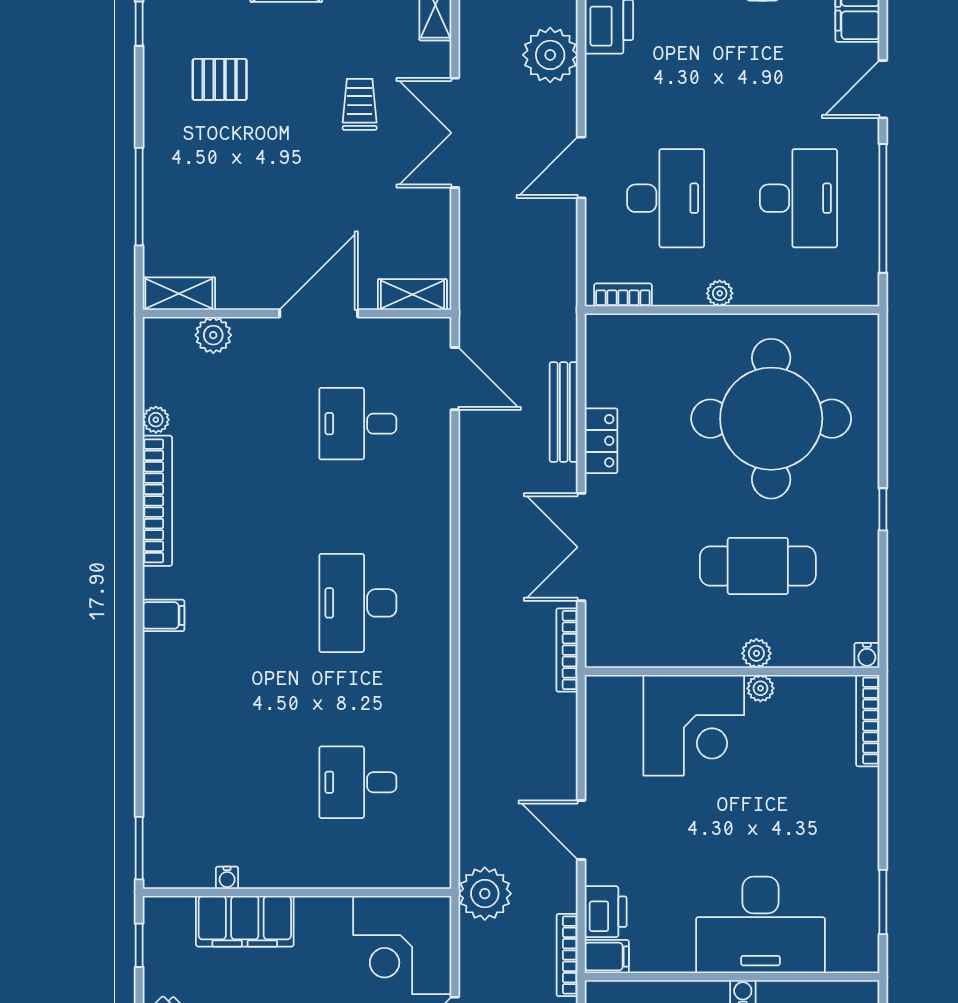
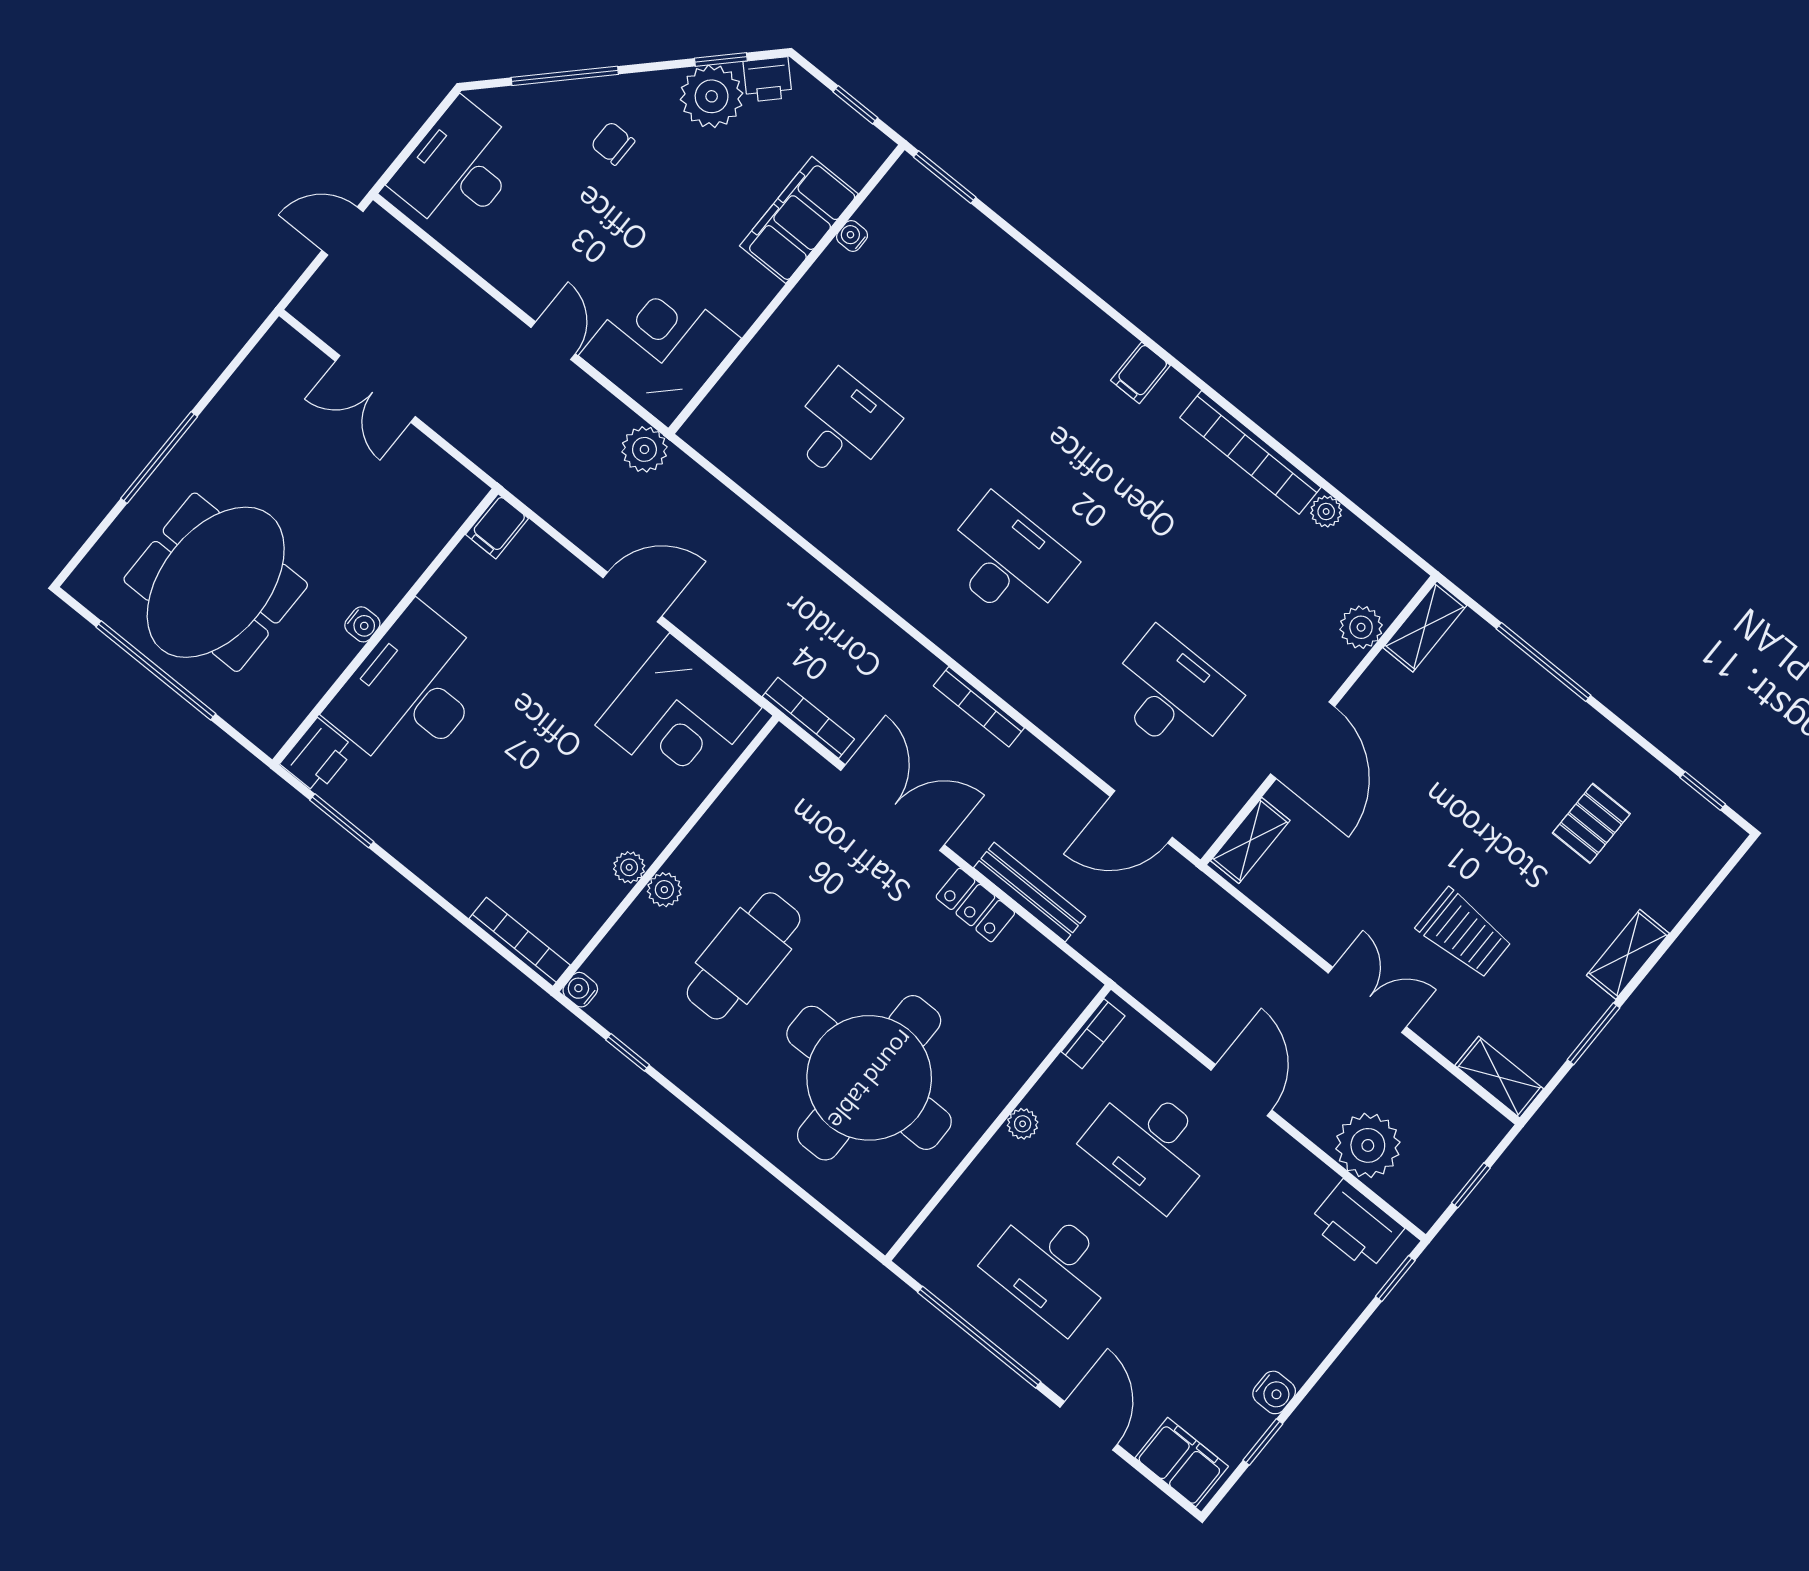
trolley: (360, 104) -> (1464, 934), width x1.36, depth x1.39
double door: (455, 133) -> (1367, 1000), width x0.73
desk: (358, 424) -> (1172, 694), width x1.37
window: (883, 509) -> (628, 1052), moved
corner desk: (694, 725) -> (678, 716), moved, turned -90
plant: (485, 894) -> (644, 449), width x0.73, depth x0.73
printer: (606, 912) -> (318, 756), moved, turned -90
bookcase: (567, 955) -> (979, 707), moved, turned 180

